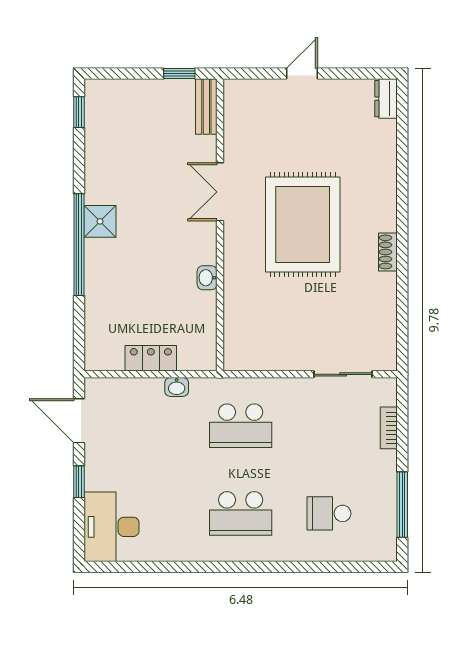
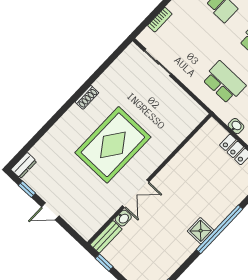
window: (355, 74) -> (27, 189), added
washbasin: (207, 278) -> (123, 218), moved

